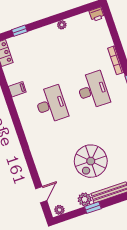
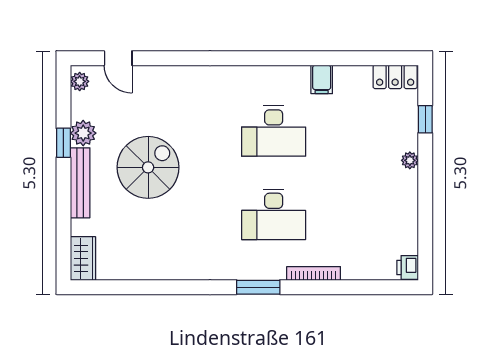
plant: (62, 25) -> (410, 160), moved
spiral stairs: (91, 161) -> (148, 167), turned 90

